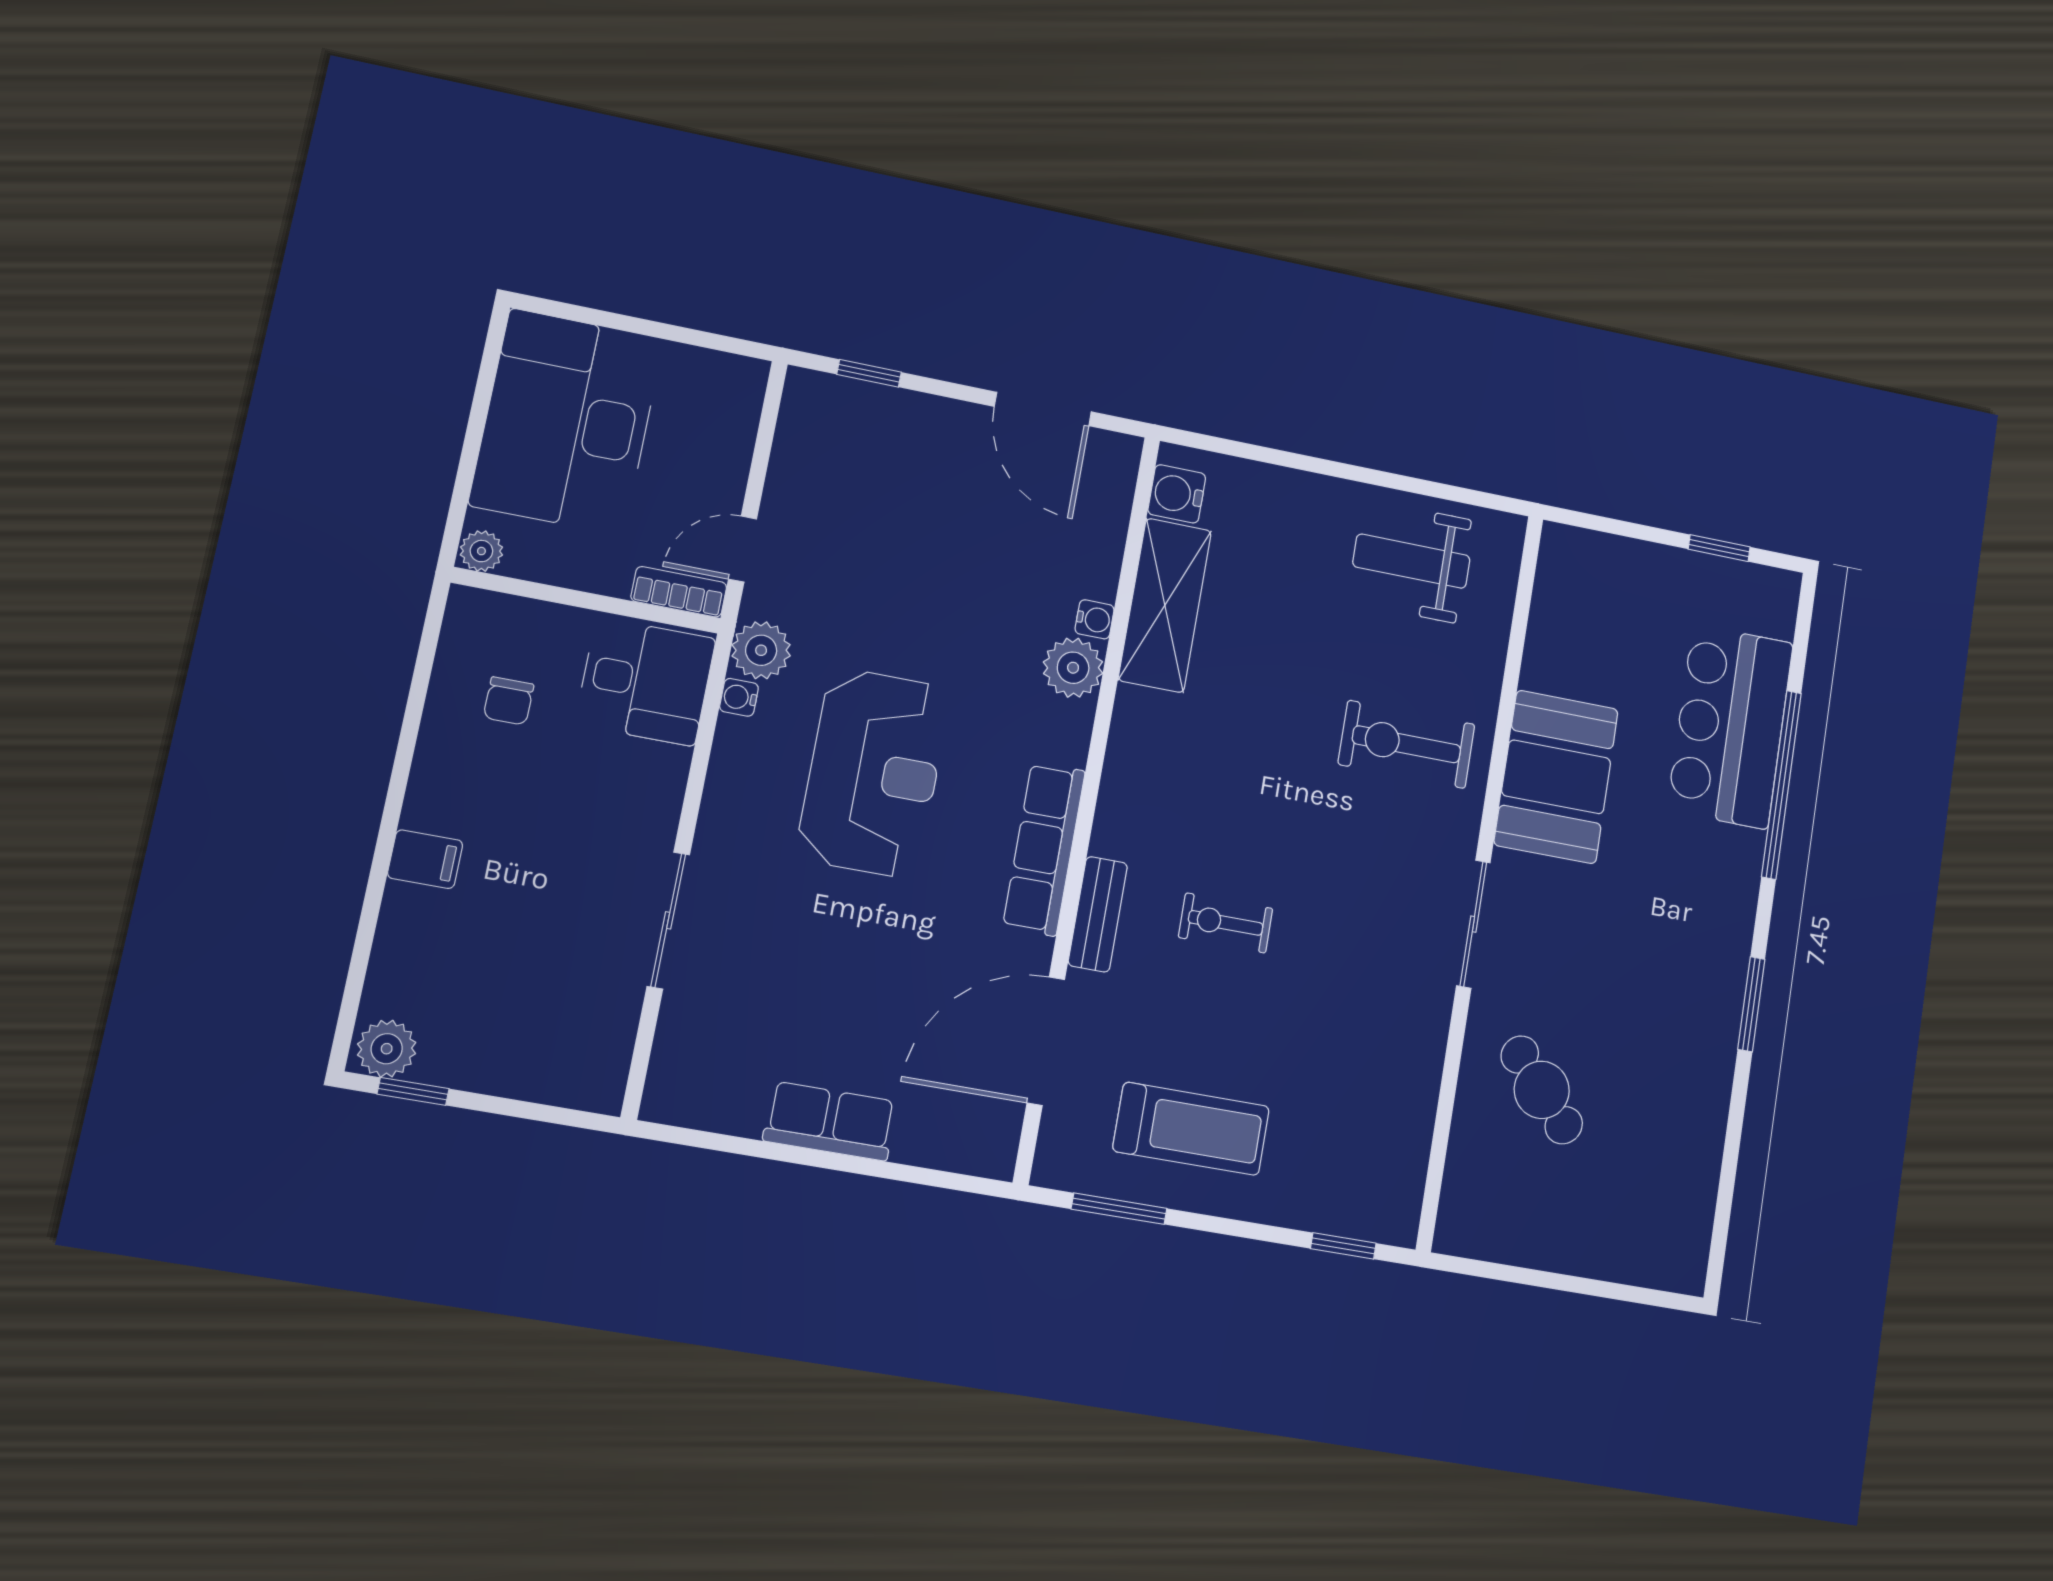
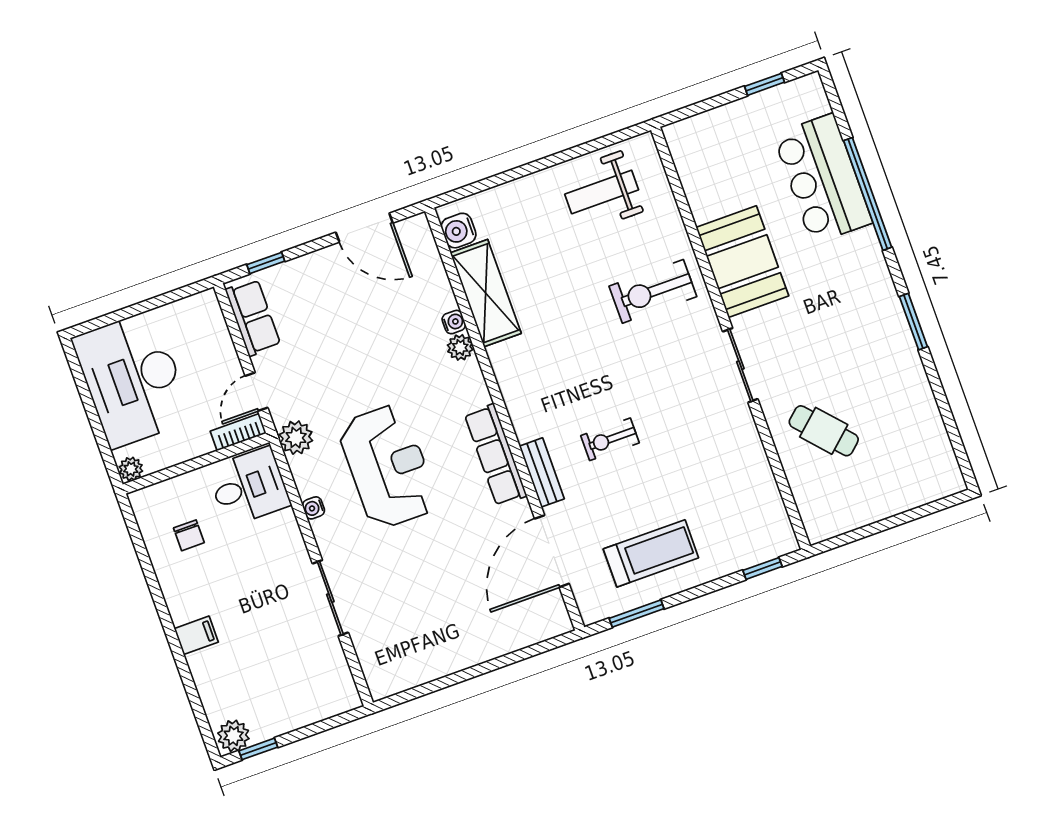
plant: (1073, 668) -> (460, 347), width x0.73, depth x0.73
water cooler: (739, 697) -> (314, 508), moved
row of seats: (830, 1121) -> (253, 317), moved, turned 90

